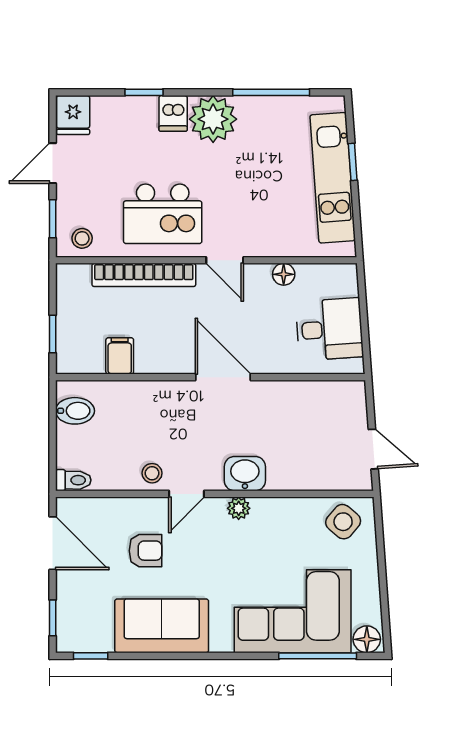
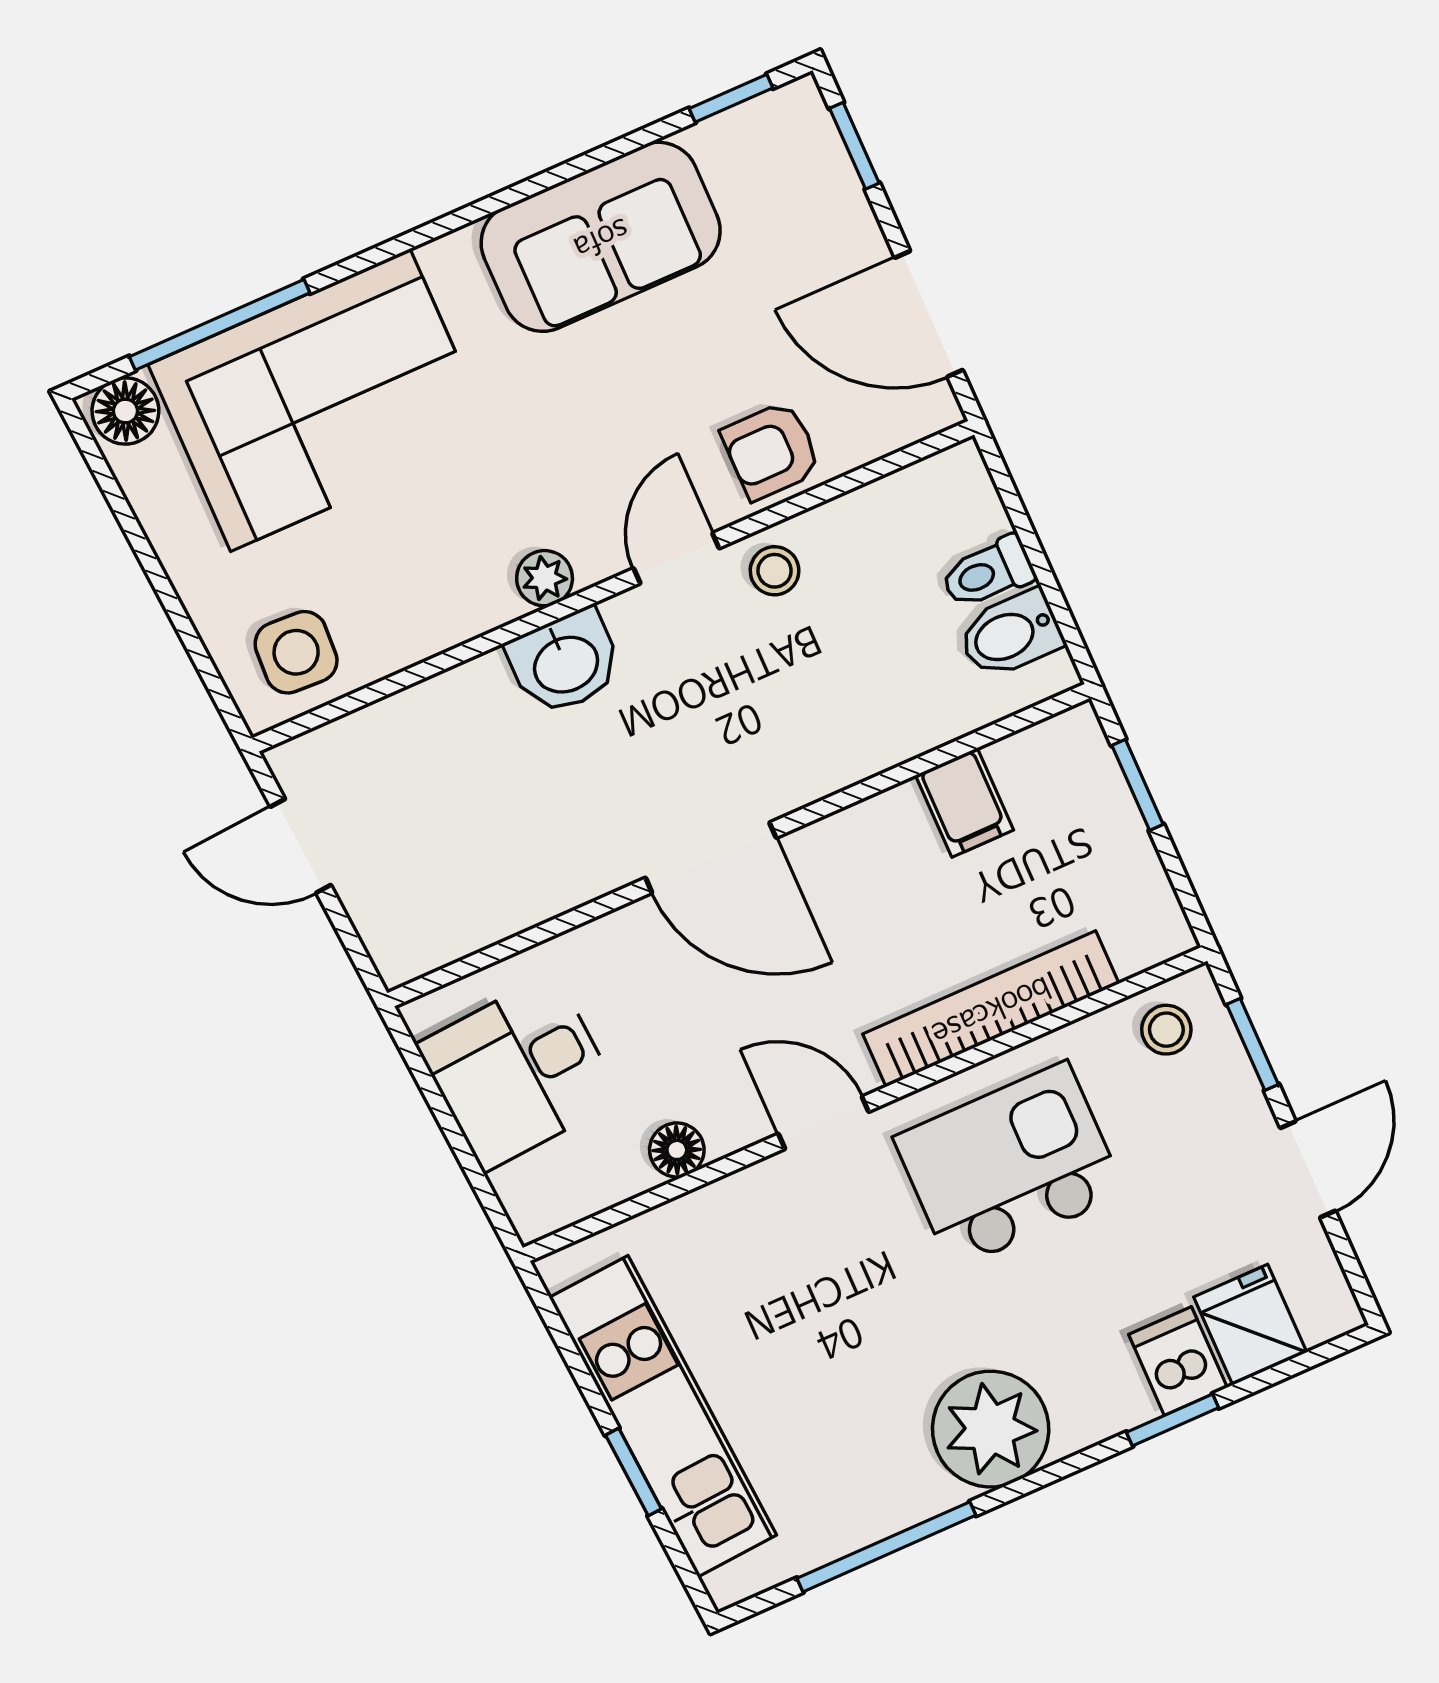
dishwasher: (173, 113) -> (1178, 1361), moved
fridge: (73, 115) -> (1250, 1325), moved
toilet: (73, 480) -> (988, 573), moved
side table: (343, 522) -> (296, 652), turned -37
armchair: (145, 551) -> (771, 451), moved

